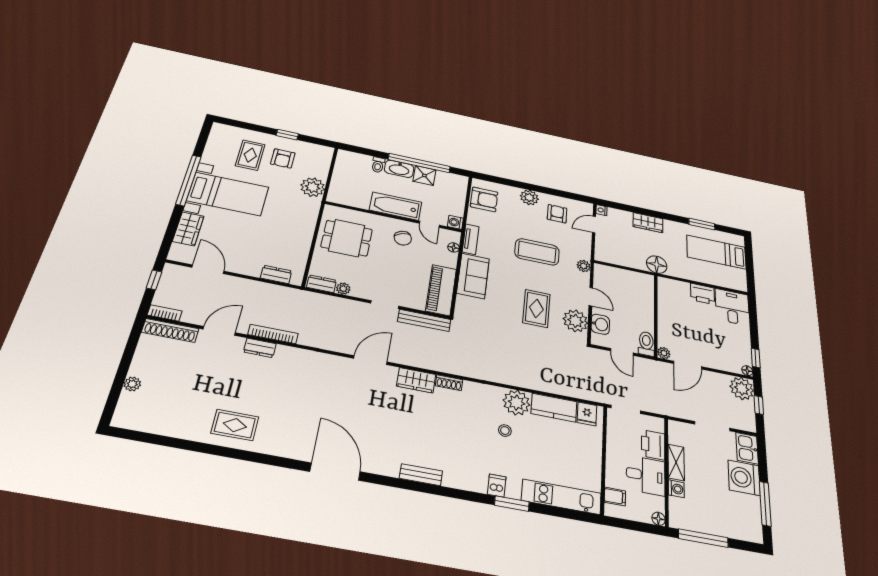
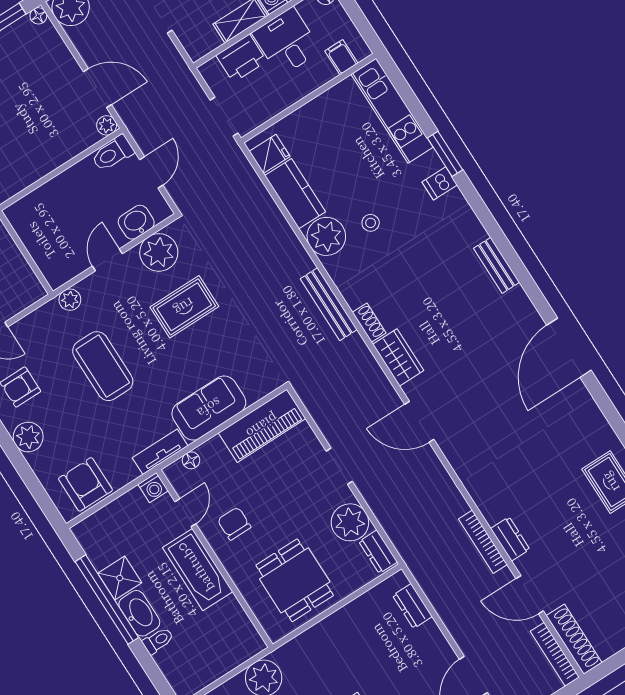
chair: (403, 238) -> (234, 524), turned -70
plant: (343, 289) -> (350, 522), width x1.88, depth x1.88
bookcase: (165, 313) -> (555, 654), width x1.56
bench: (424, 320) -> (329, 304), moved

